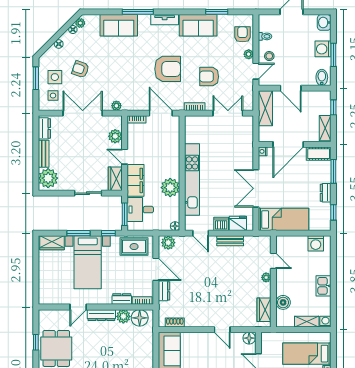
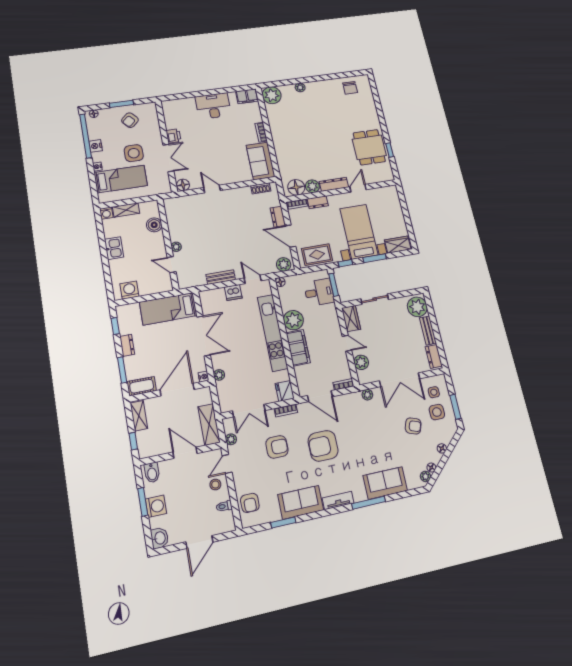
plant: (249, 54) -> (231, 439), moved
plant: (248, 150) -> (219, 375), added
filing cabinet: (135, 180) -> (298, 348), moved, turned 180
fridge: (238, 223) -> (285, 391), moved, turned 90
wardrobe: (264, 310) -> (173, 215), removed

